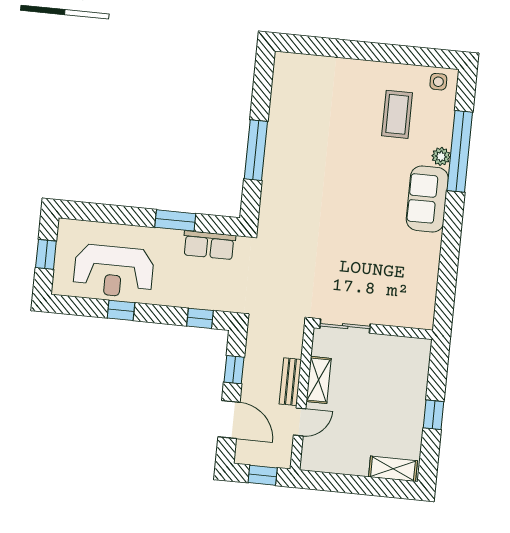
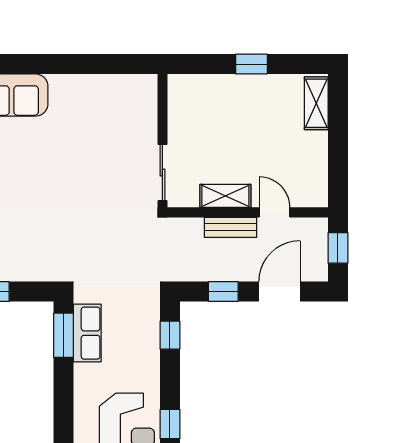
window: (175, 220) -> (64, 335), moved

